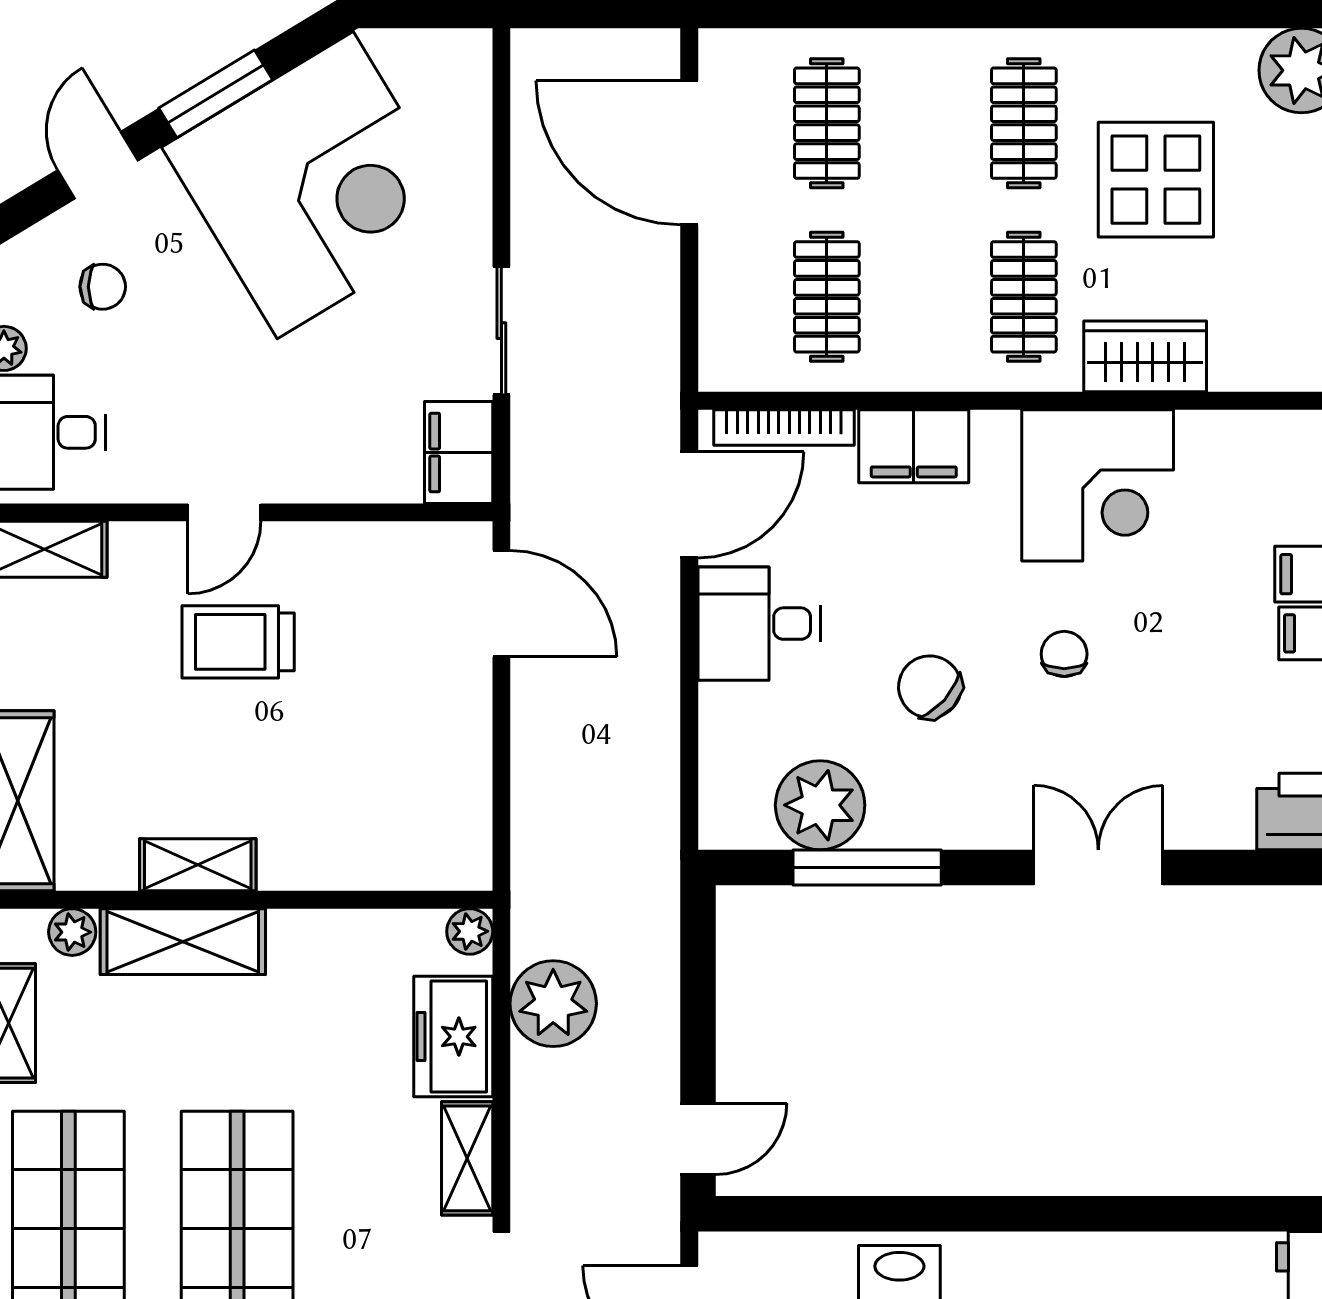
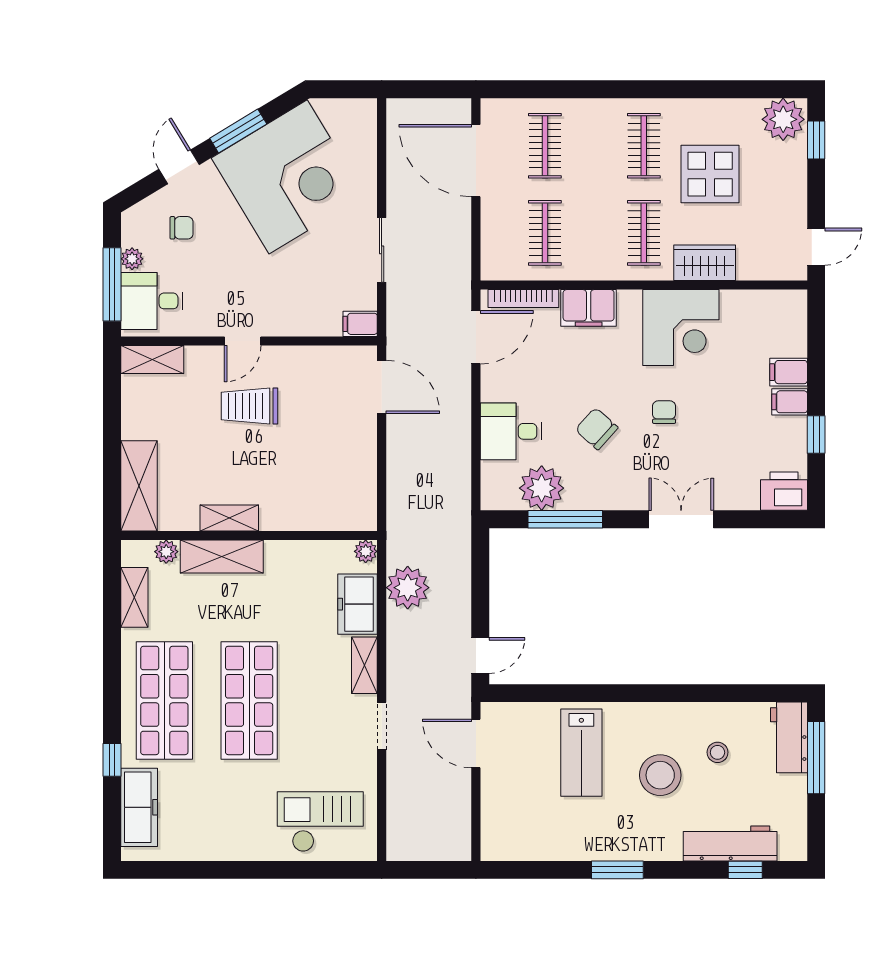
filing cabinet: (459, 453) -> (360, 324), width x0.50
desk: (759, 624) -> (511, 431), moved

